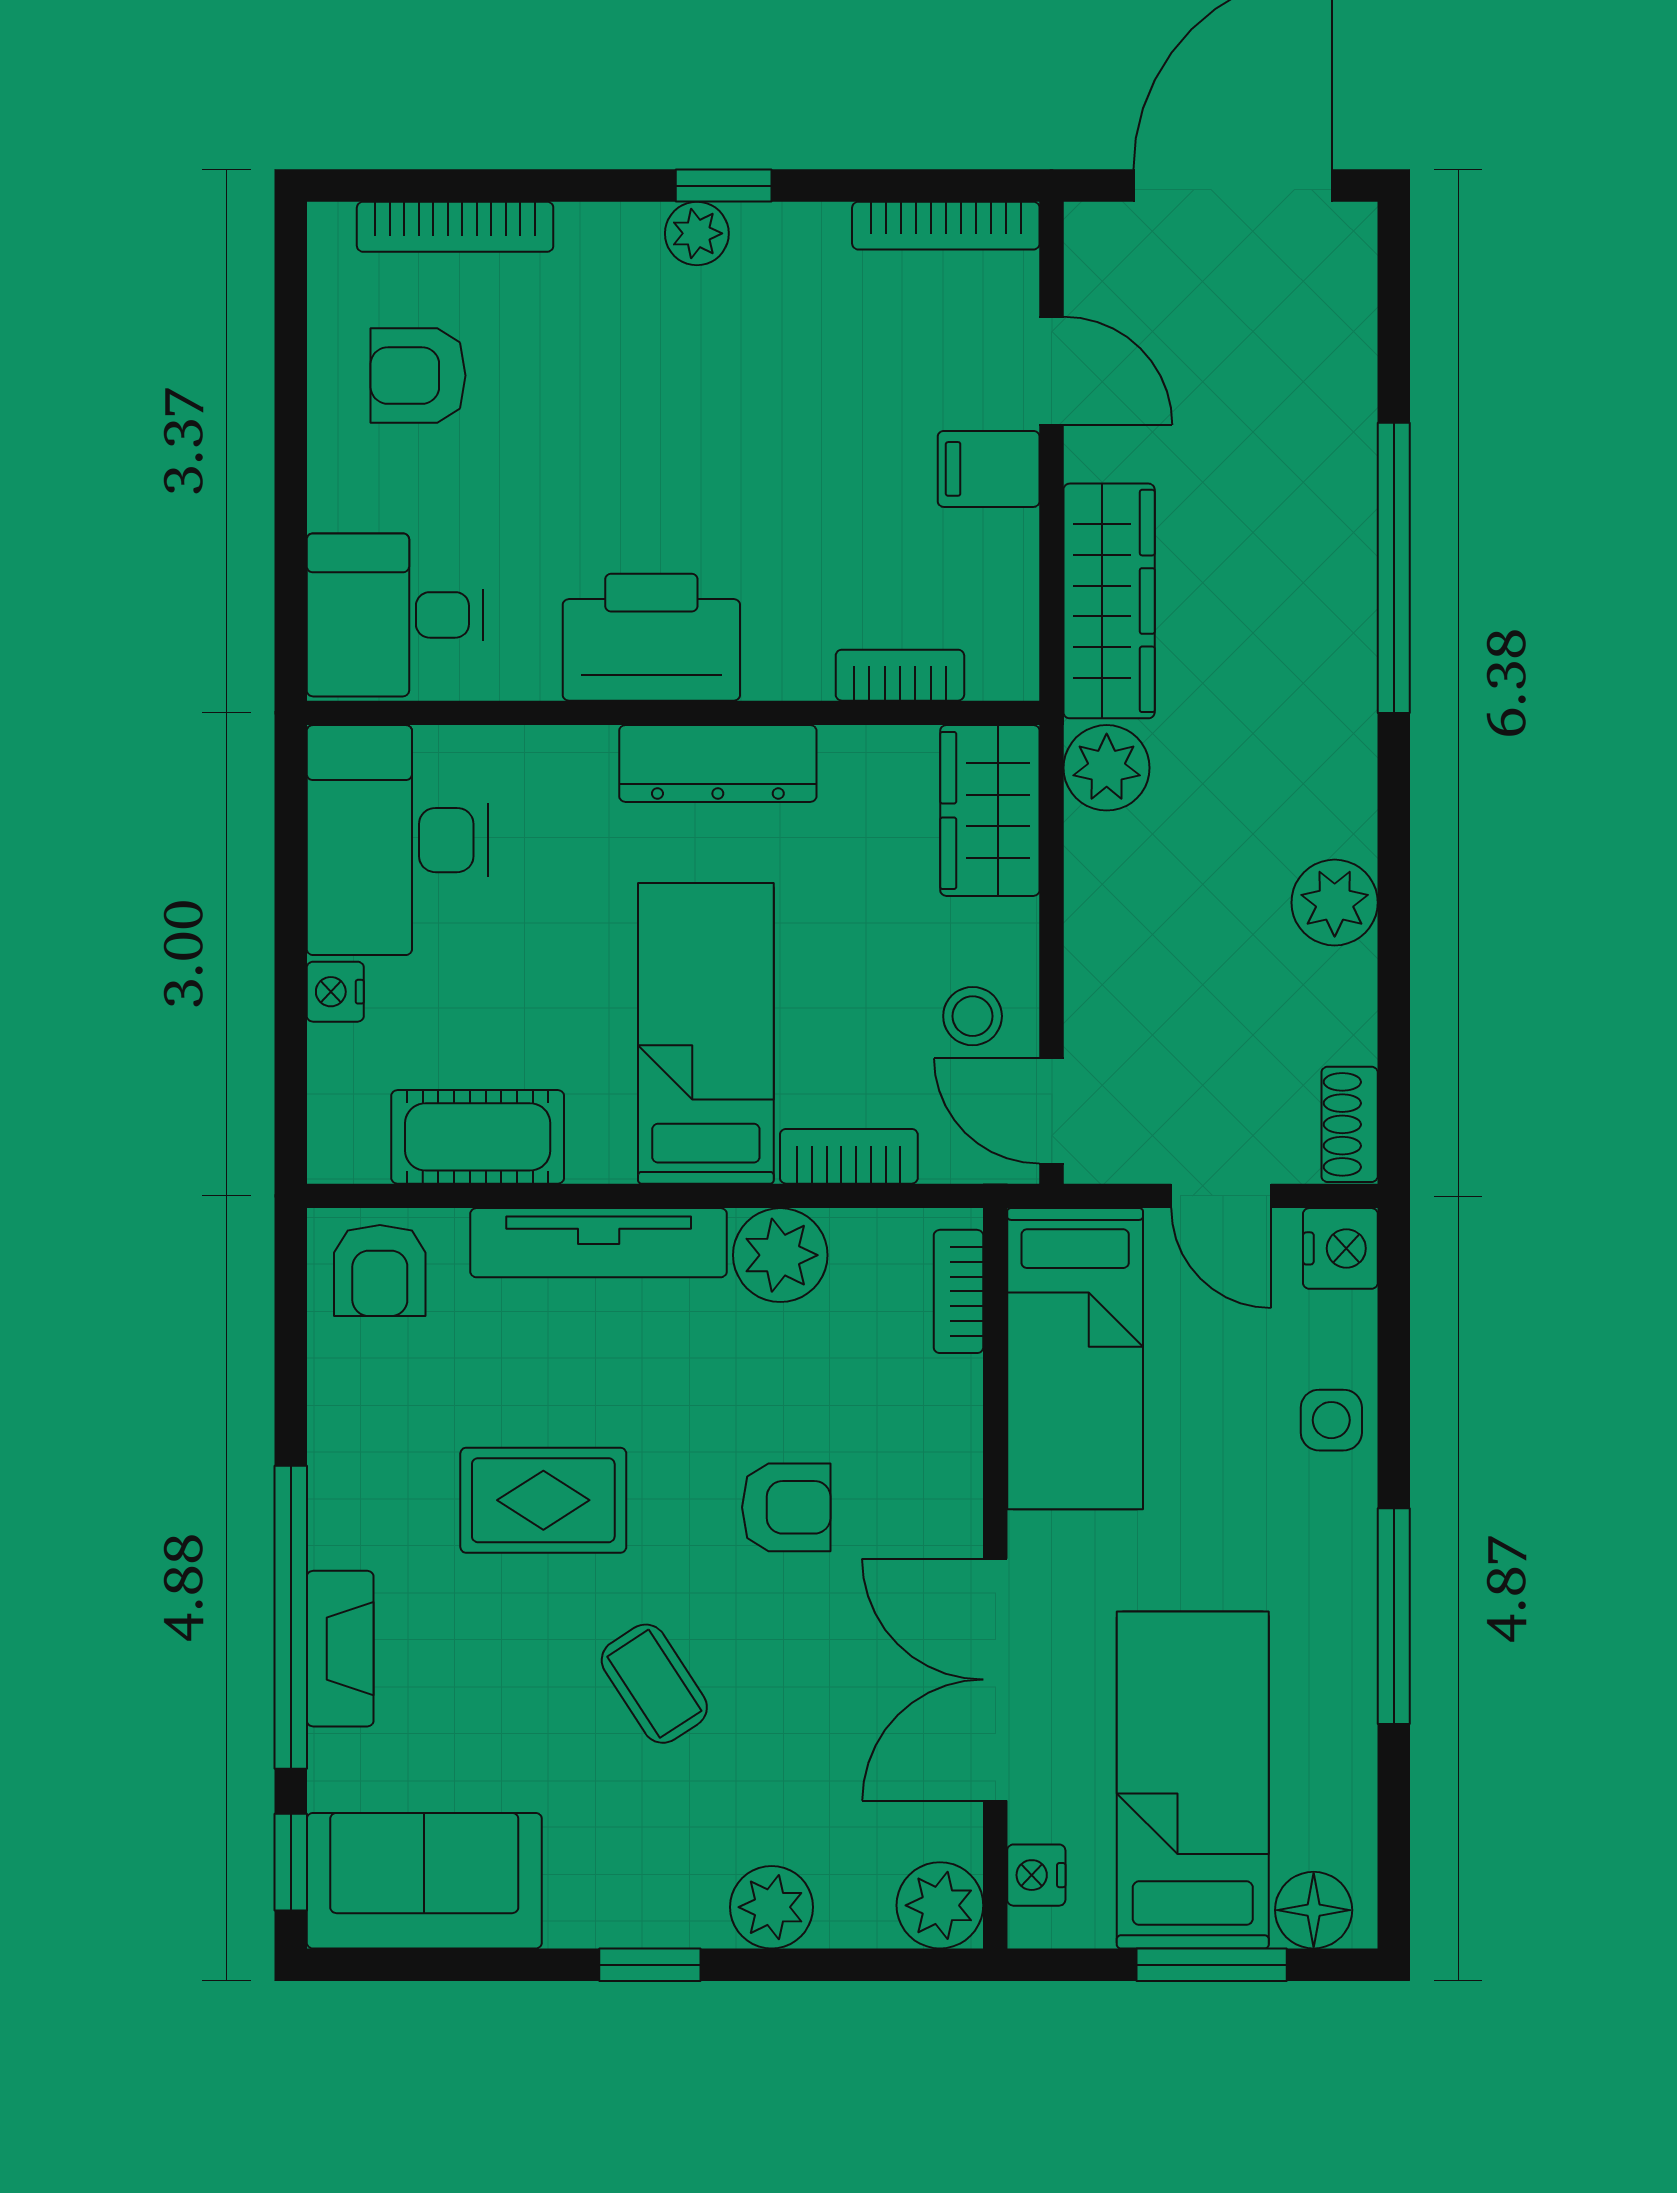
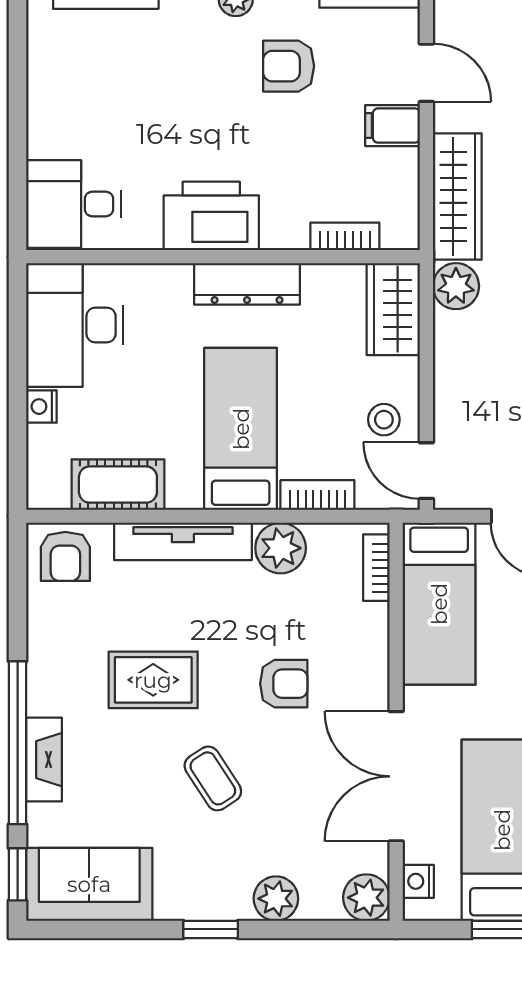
armchair: (418, 376) -> (289, 66), moved

